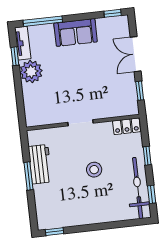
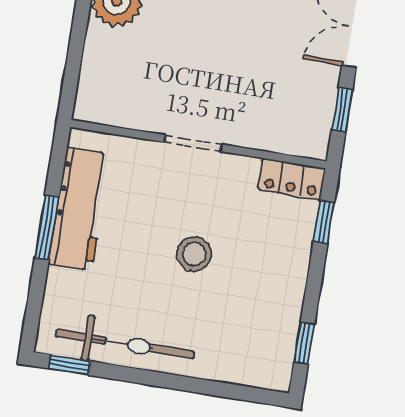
window: (147, 156) -> (324, 222), moved
workbench: (40, 164) -> (79, 209), width x1.38
bicycle: (138, 188) -> (125, 344), moved, turned 90

